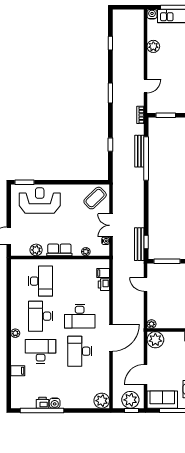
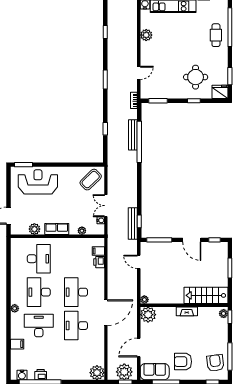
desk: (80, 316) -> (76, 292), turned 90
water cooler: (55, 403) -> (22, 375), moved

